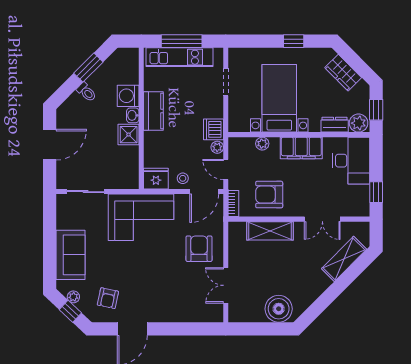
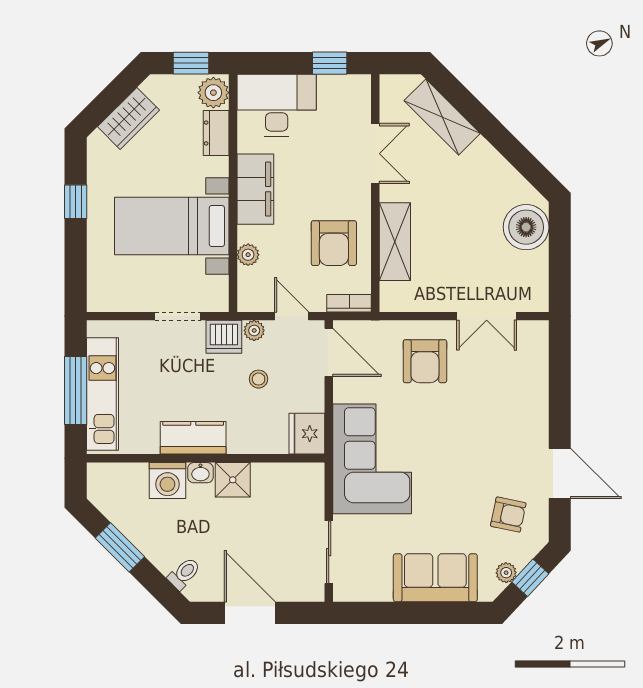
doorway: (226, 82) -> (178, 316), moved
toilet: (86, 92) -> (184, 573), moved
door: (226, 169) -> (292, 316), swing flipped
stool: (183, 178) -> (259, 379), moved
armchair: (199, 249) -> (425, 361), turned -90

